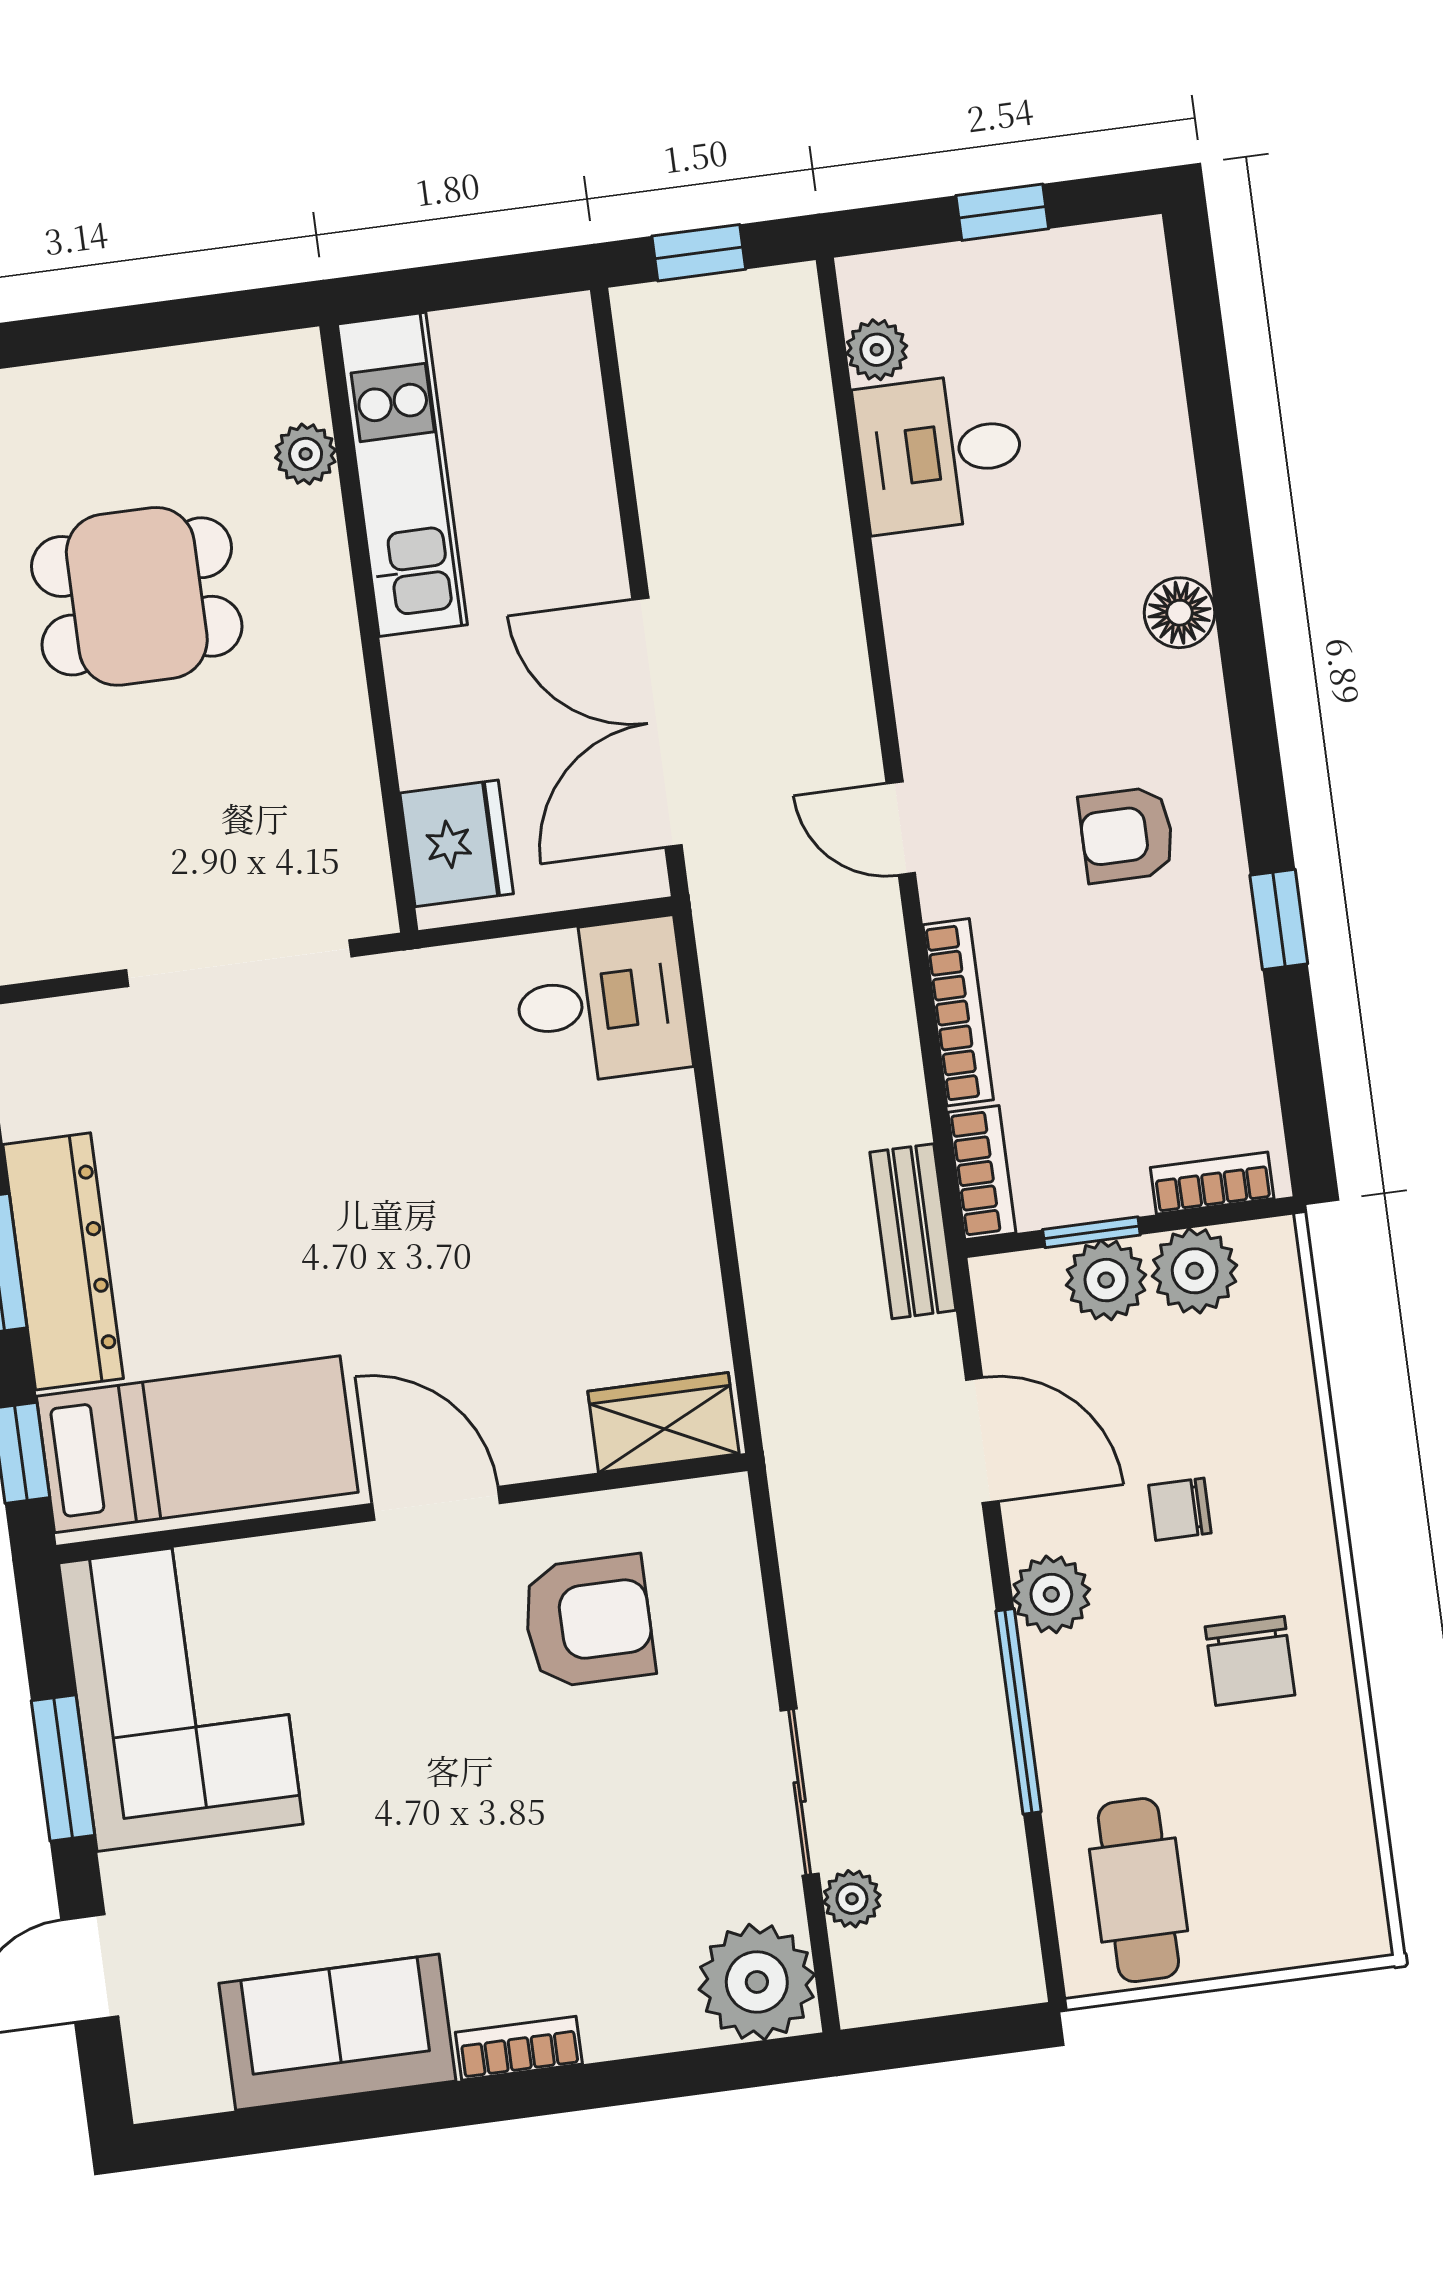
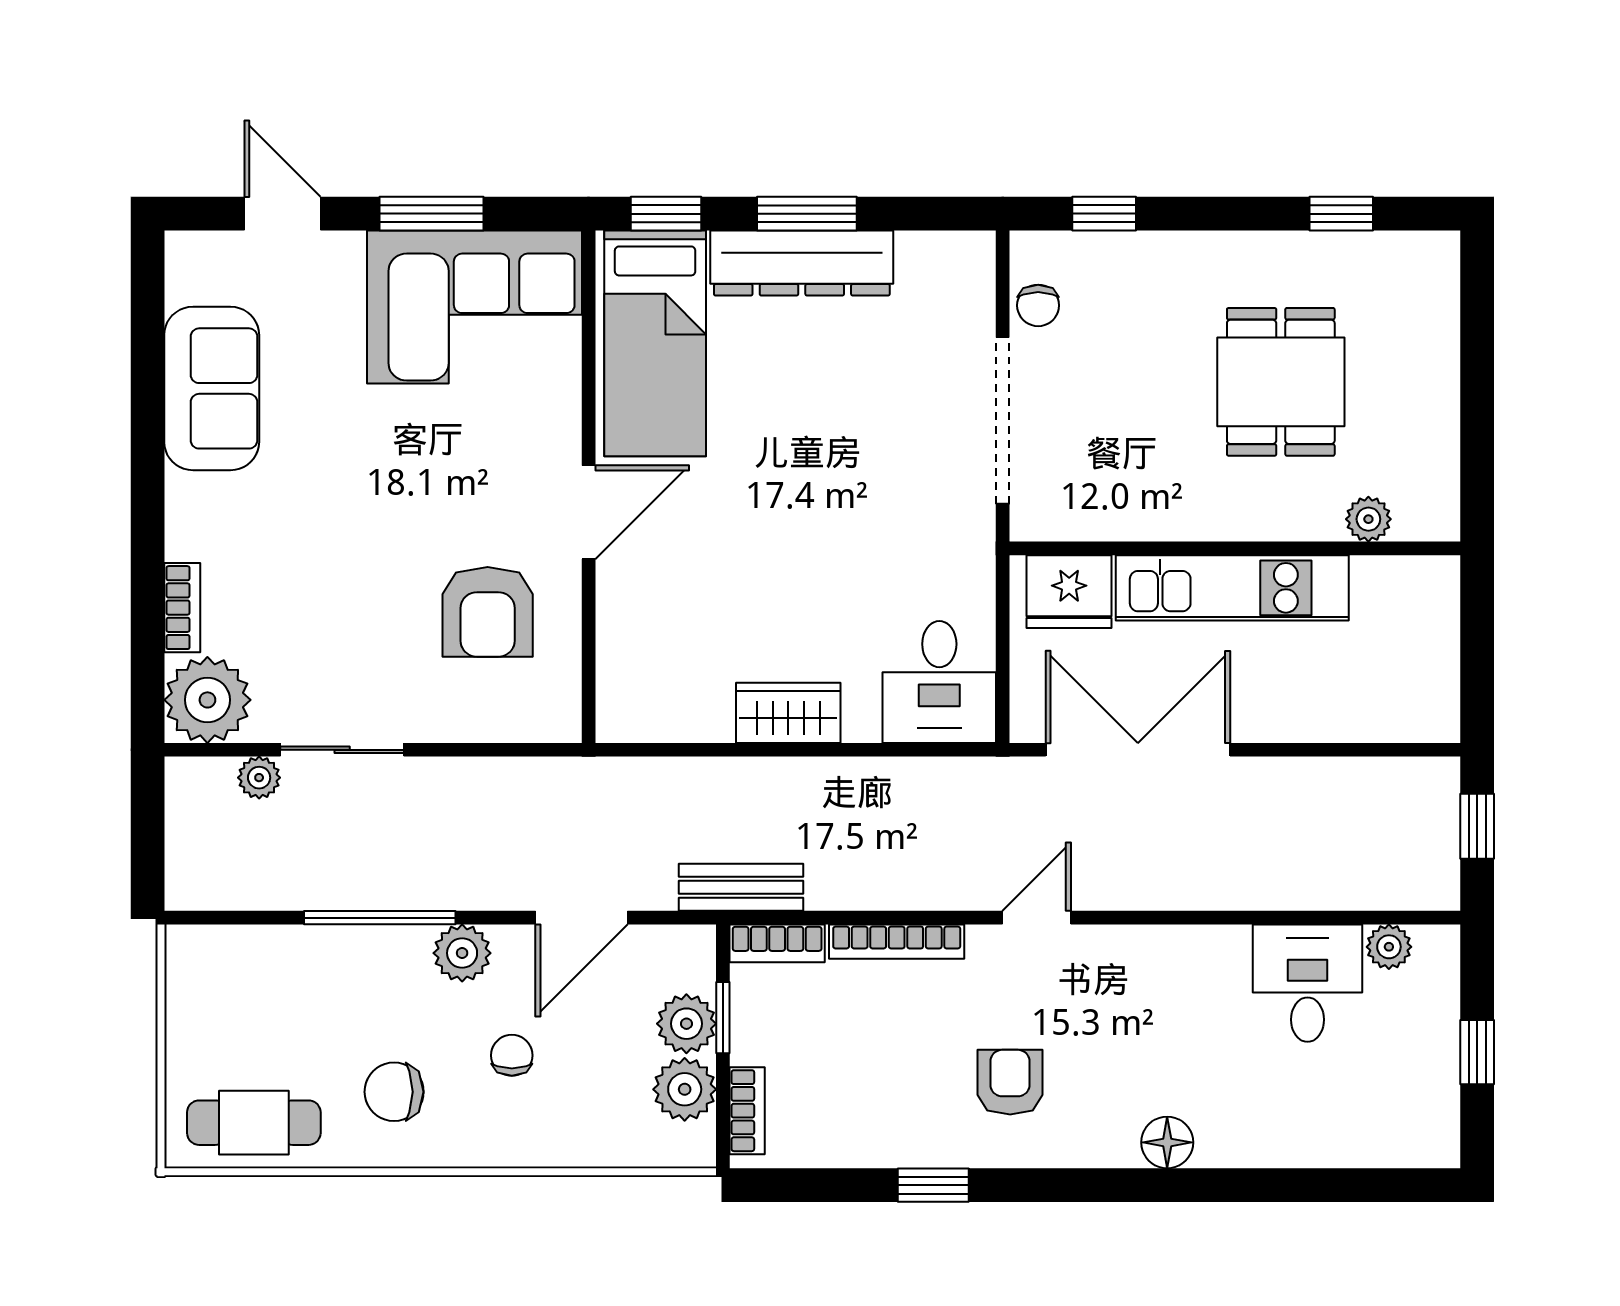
kitchen unit: (402, 474) -> (1232, 588), moved
chair: (78, 936) -> (1038, 305), added
wardrobe: (663, 1423) -> (788, 713), moved, turned -90
cafe table: (1138, 1890) -> (254, 1123), moved
bookcase: (519, 2048) -> (182, 608), moved

